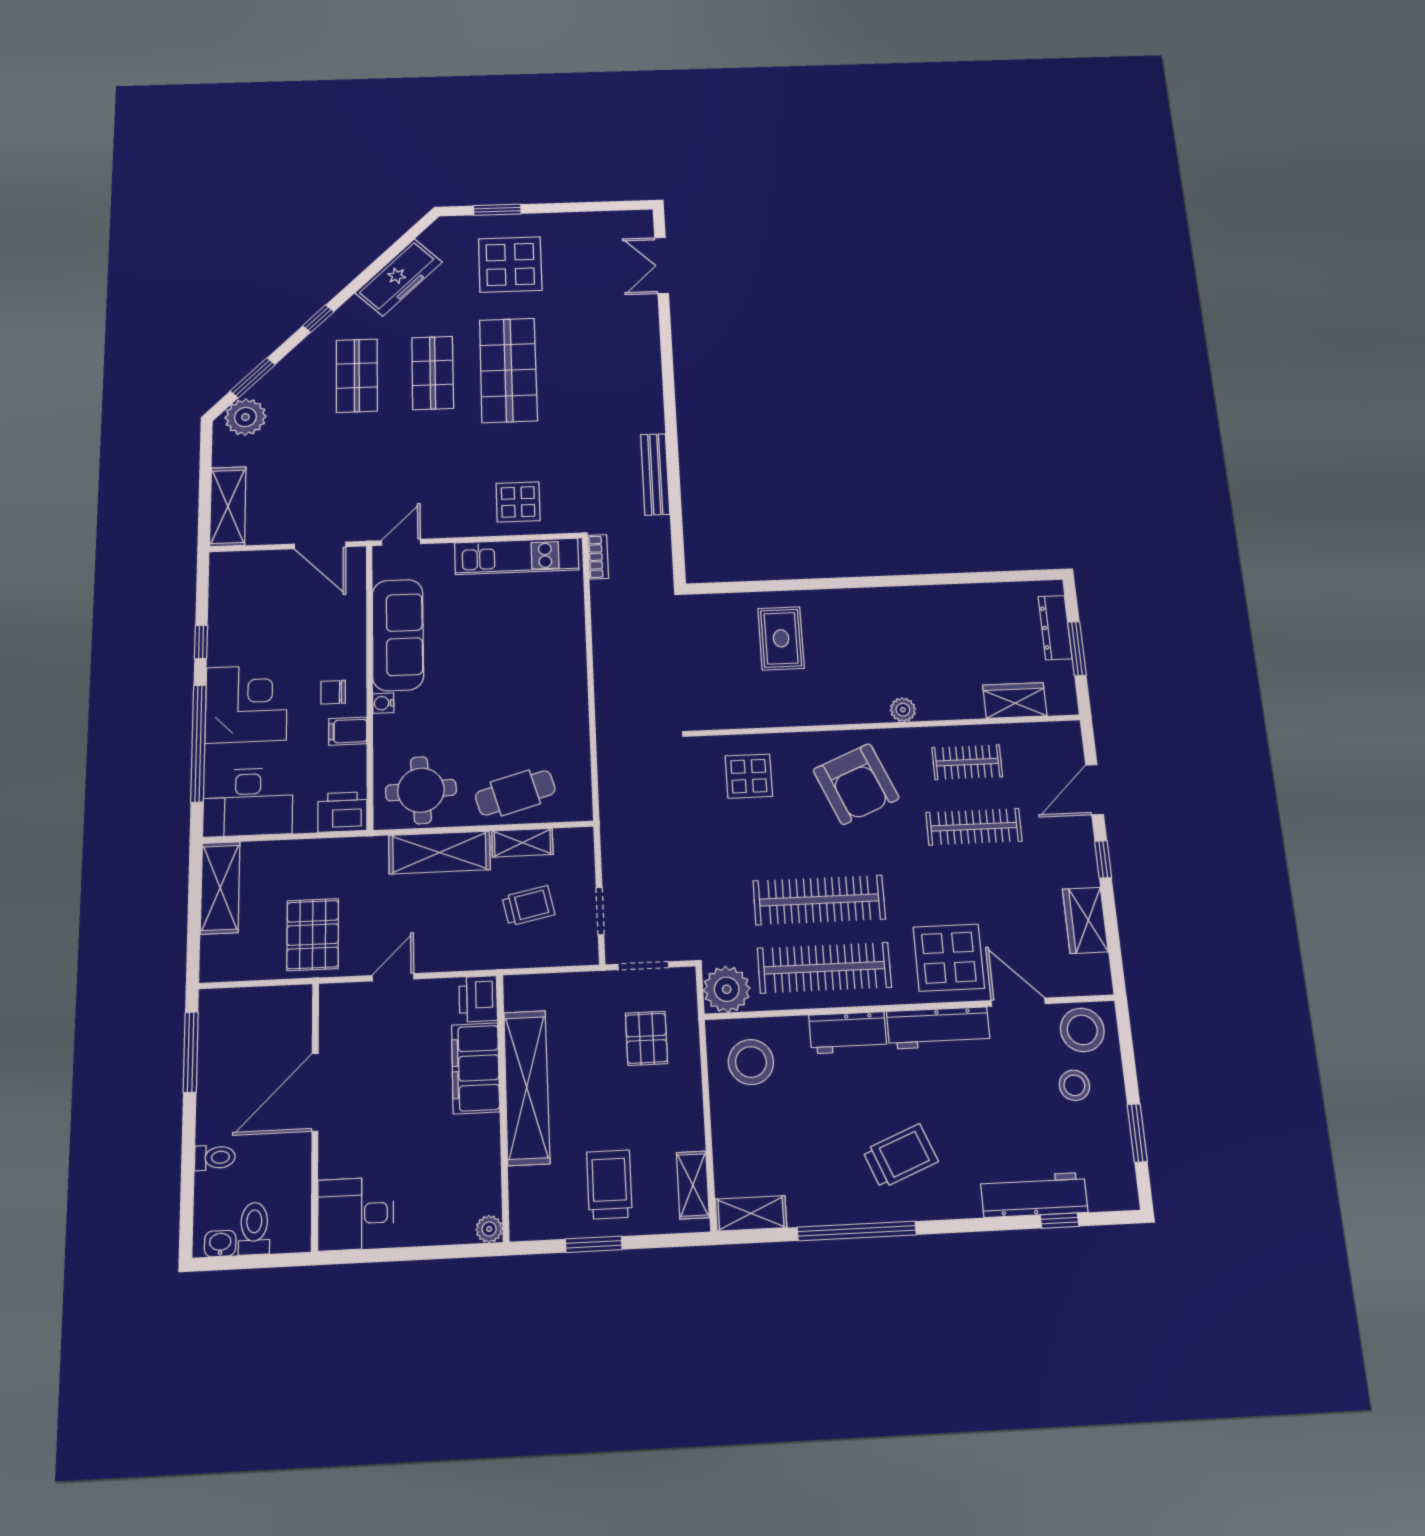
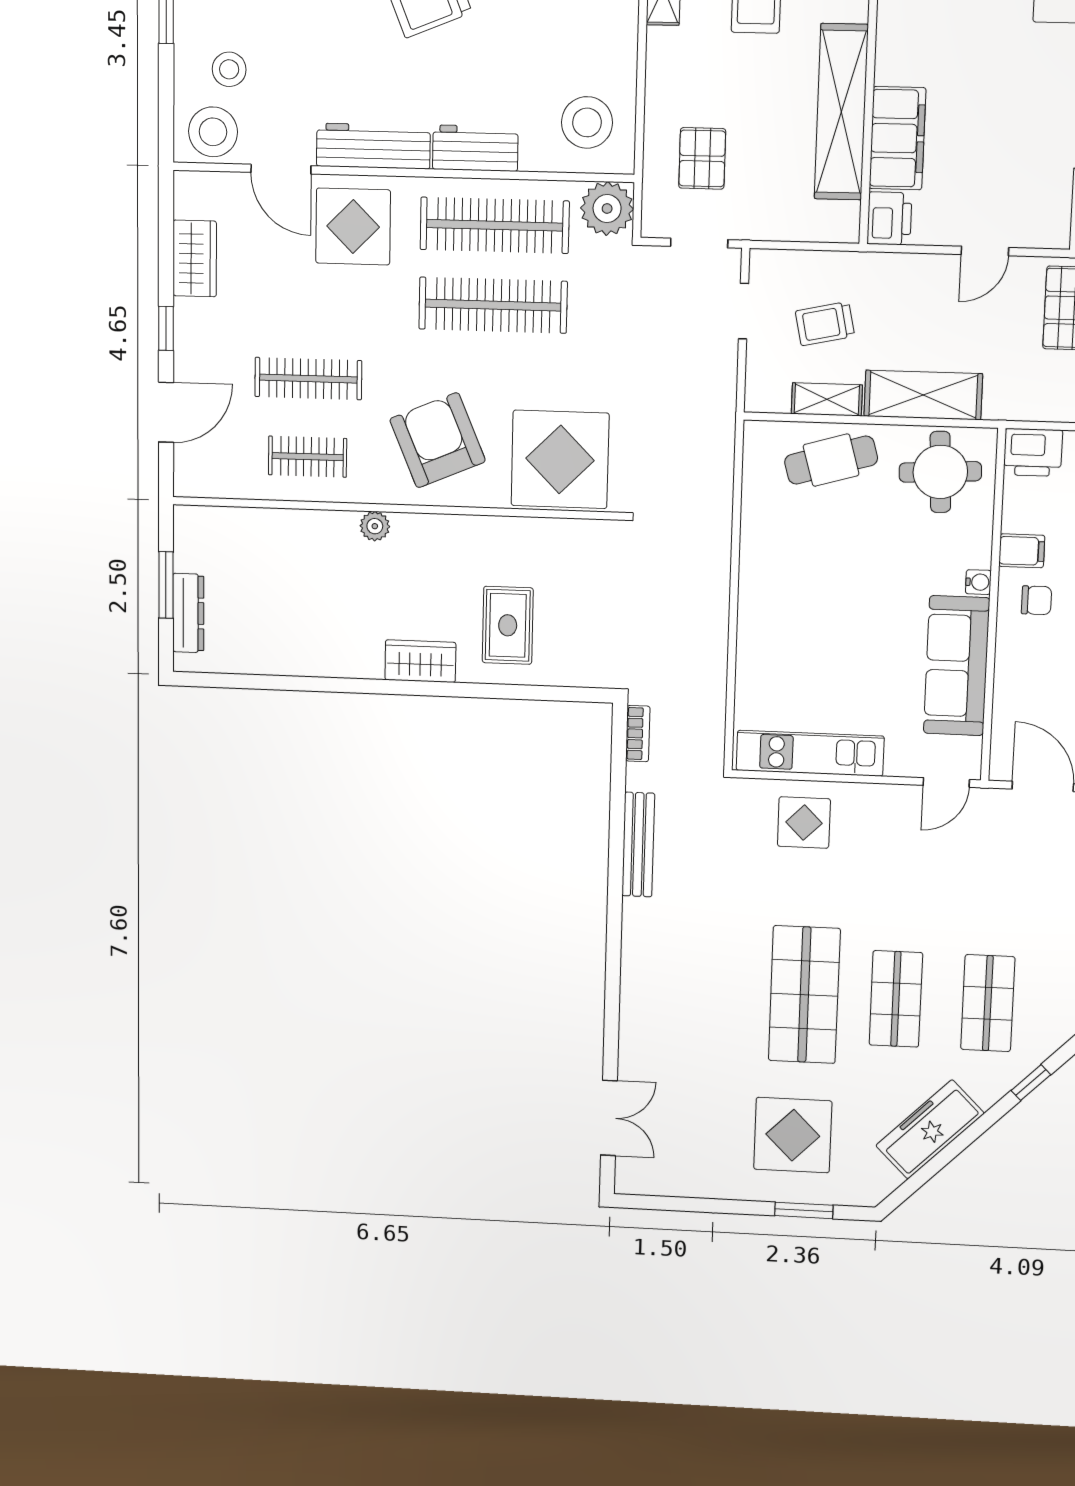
bookcase: (598, 557) -> (638, 734), moved, turned 180
wardrobe: (1015, 701) -> (420, 661), moved, turned 180
display table: (749, 776) -> (560, 459), width x1.86, depth x1.86

